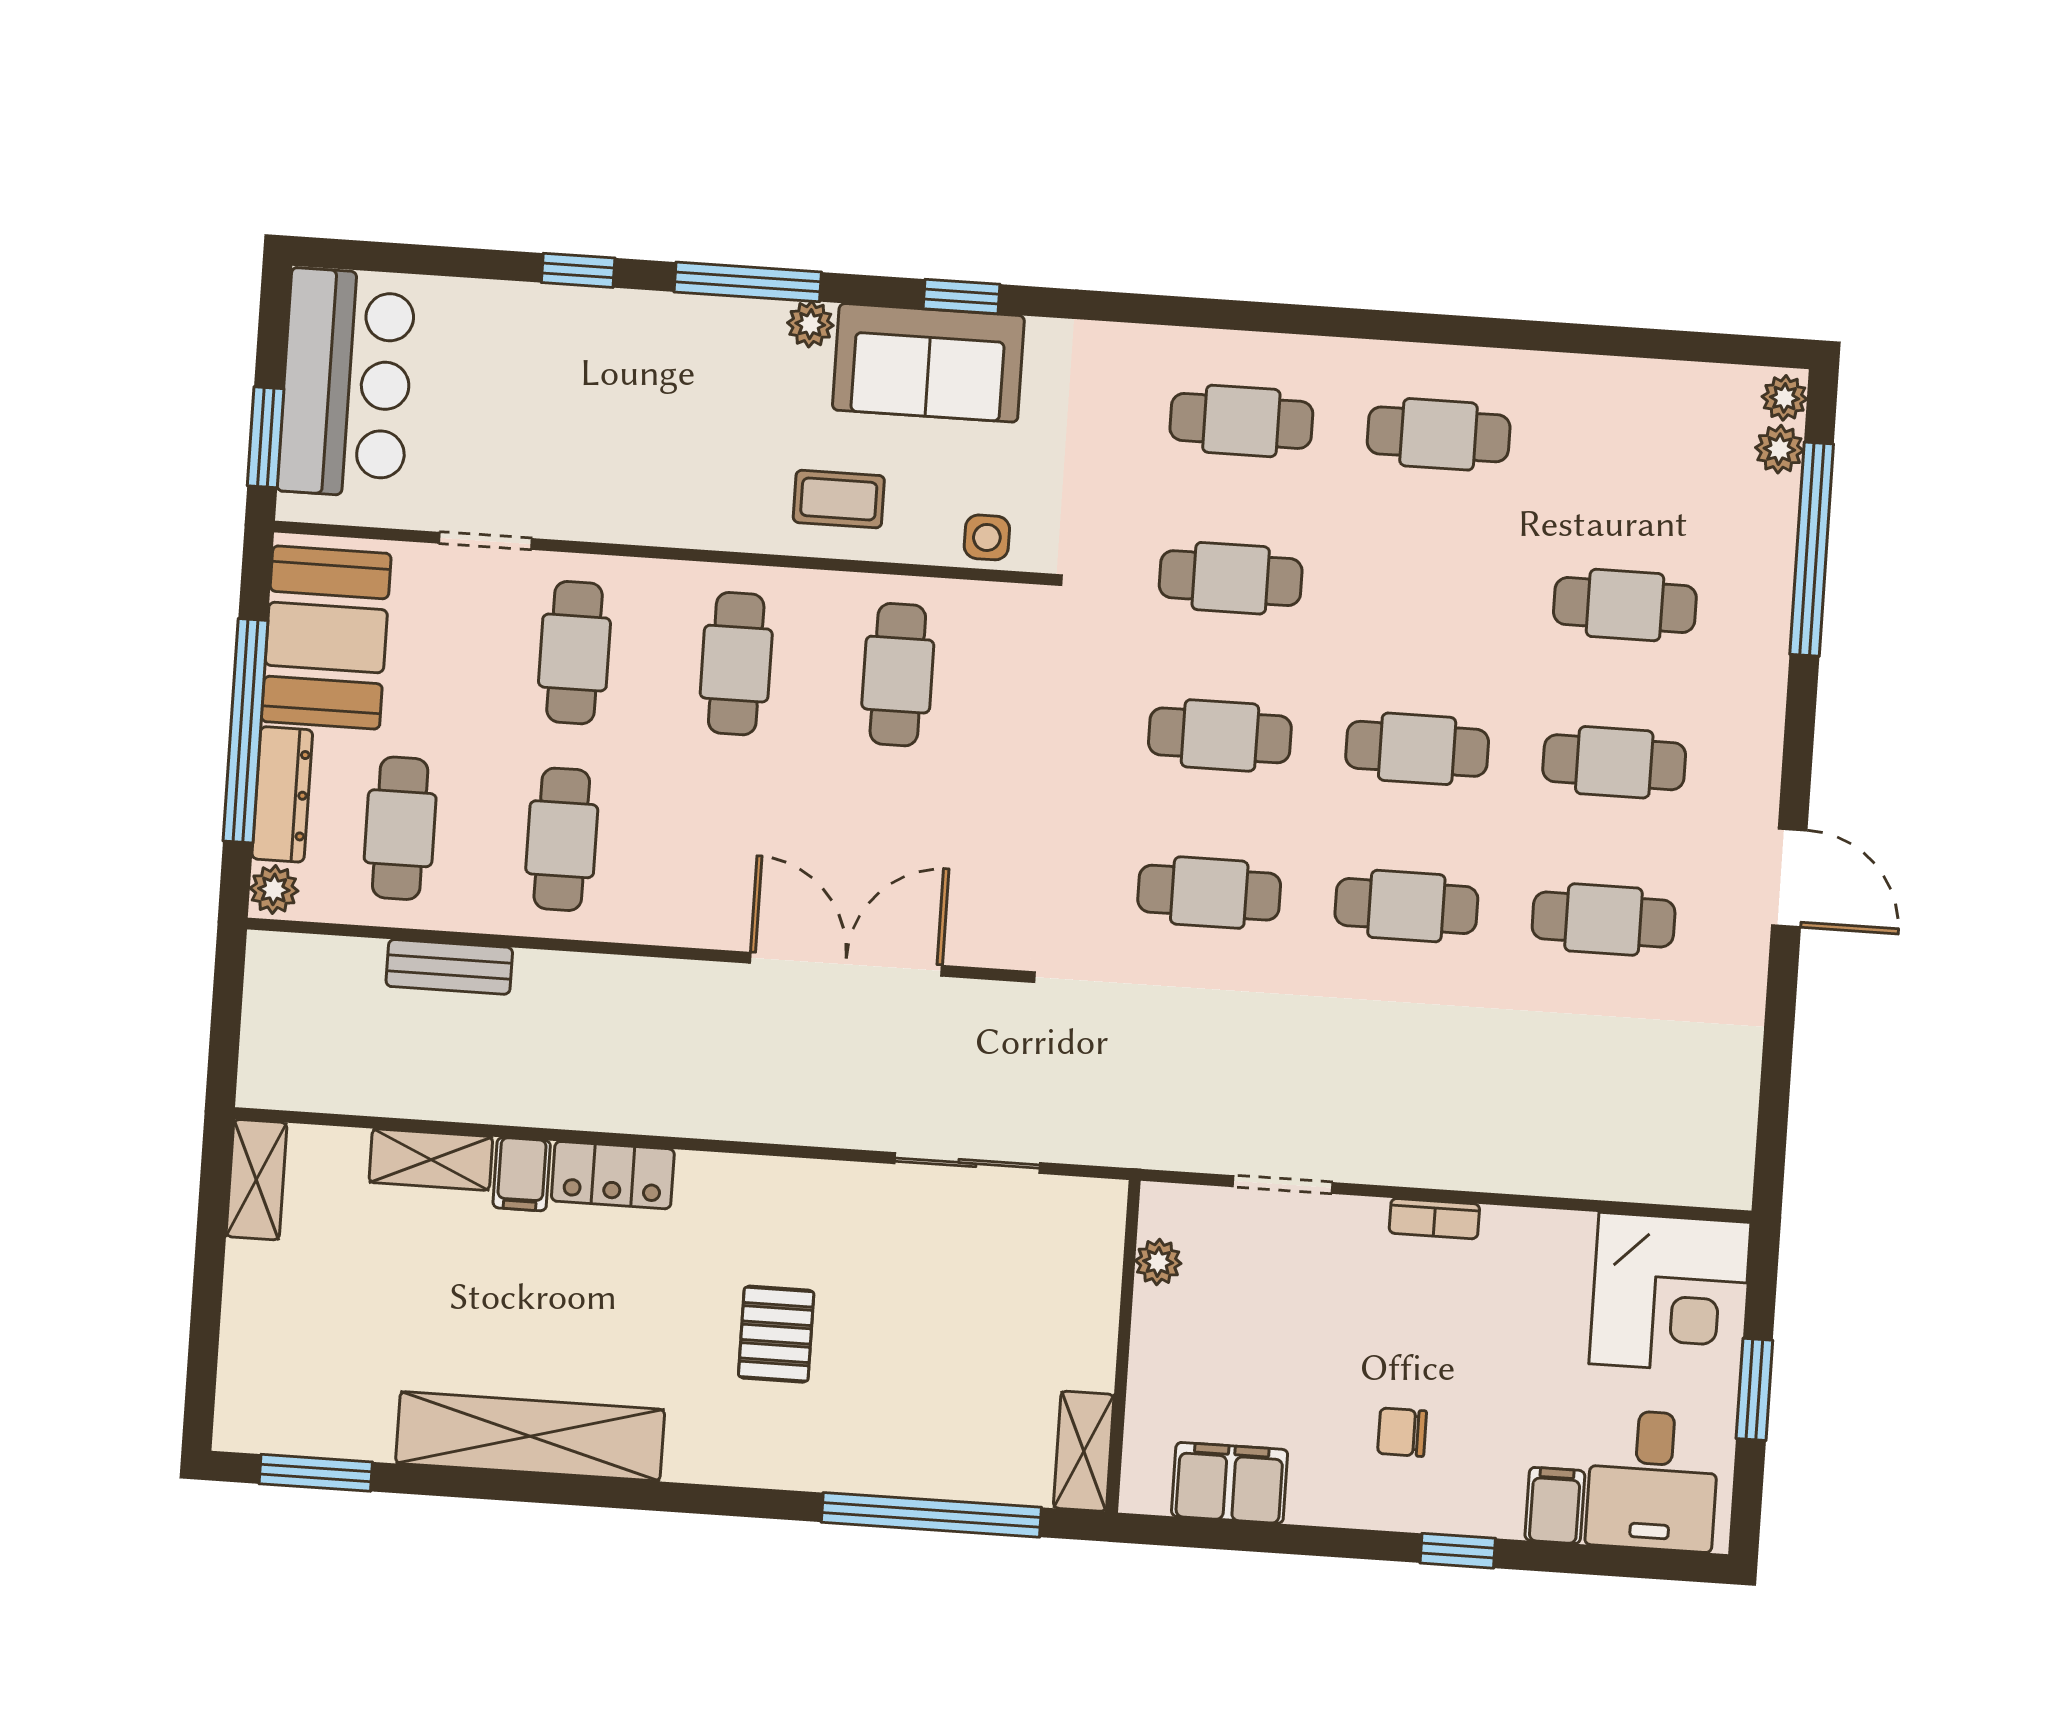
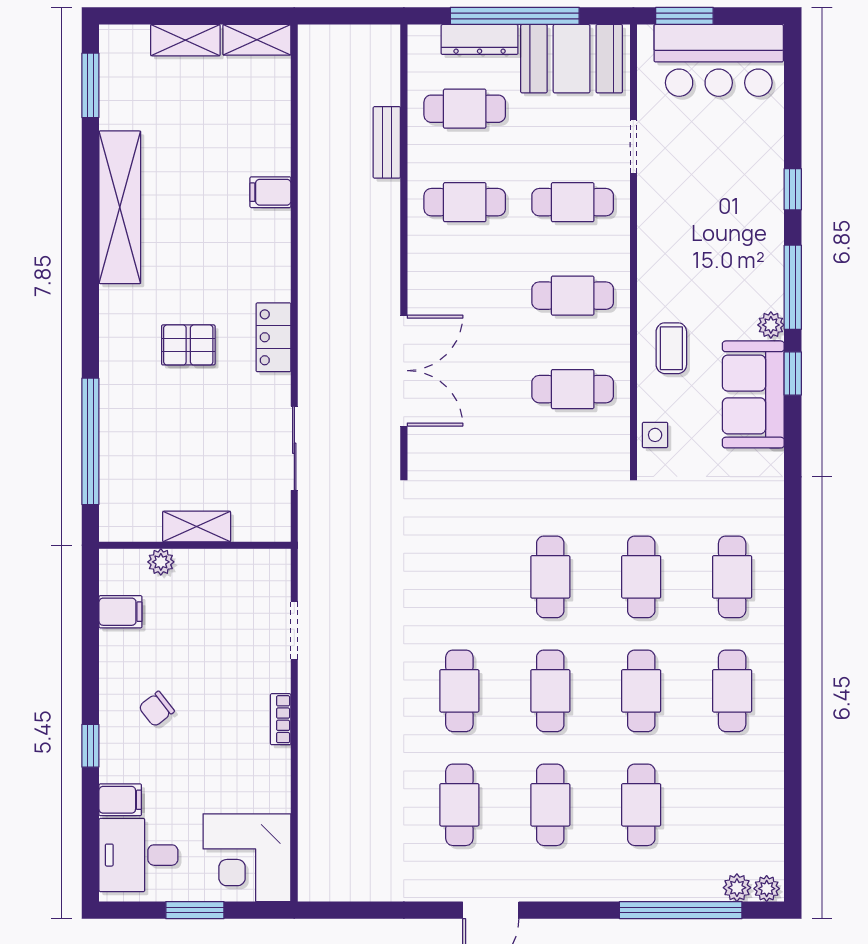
window: (962, 296) -> (793, 374), moved
plant: (274, 889) -> (425, 38), removed
cafe table: (1209, 893) -> (641, 691), moved
shelving: (431, 1160) -> (185, 40), moved, turned 90
locker: (613, 1175) -> (273, 337), moved
plant: (1158, 1262) -> (161, 562), moved
chair: (1402, 1432) -> (156, 709), turned -128
shelving: (1084, 1451) -> (197, 527), moved
filing cabinet: (1230, 1483) -> (120, 612), width x0.50

